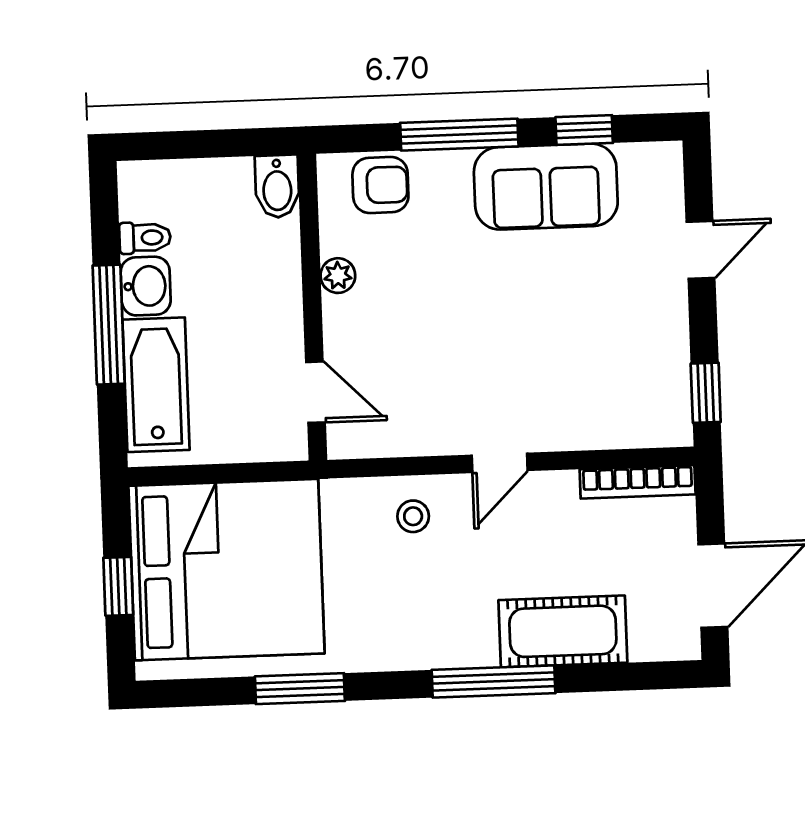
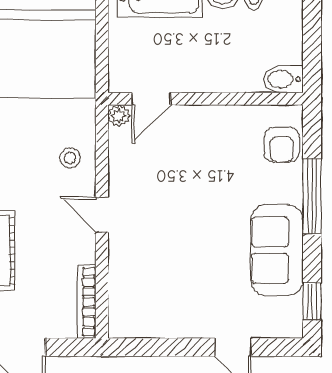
window: (584, 130) -> (312, 301), moved
plant: (338, 276) -> (119, 116), moved
window: (706, 393) -> (142, 347), removed

